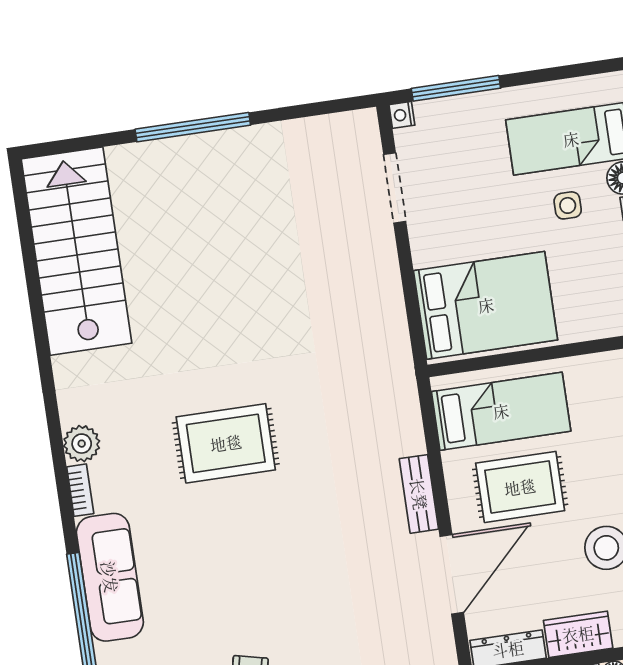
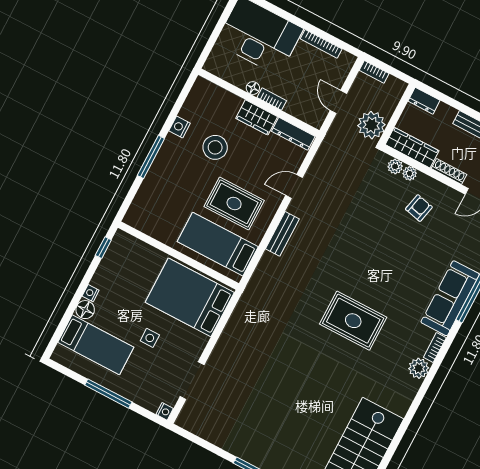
window: (456, 88) -> (108, 394), moved
side table: (568, 205) -> (150, 338), moved
door: (452, 574) -> (294, 186), width x0.53

